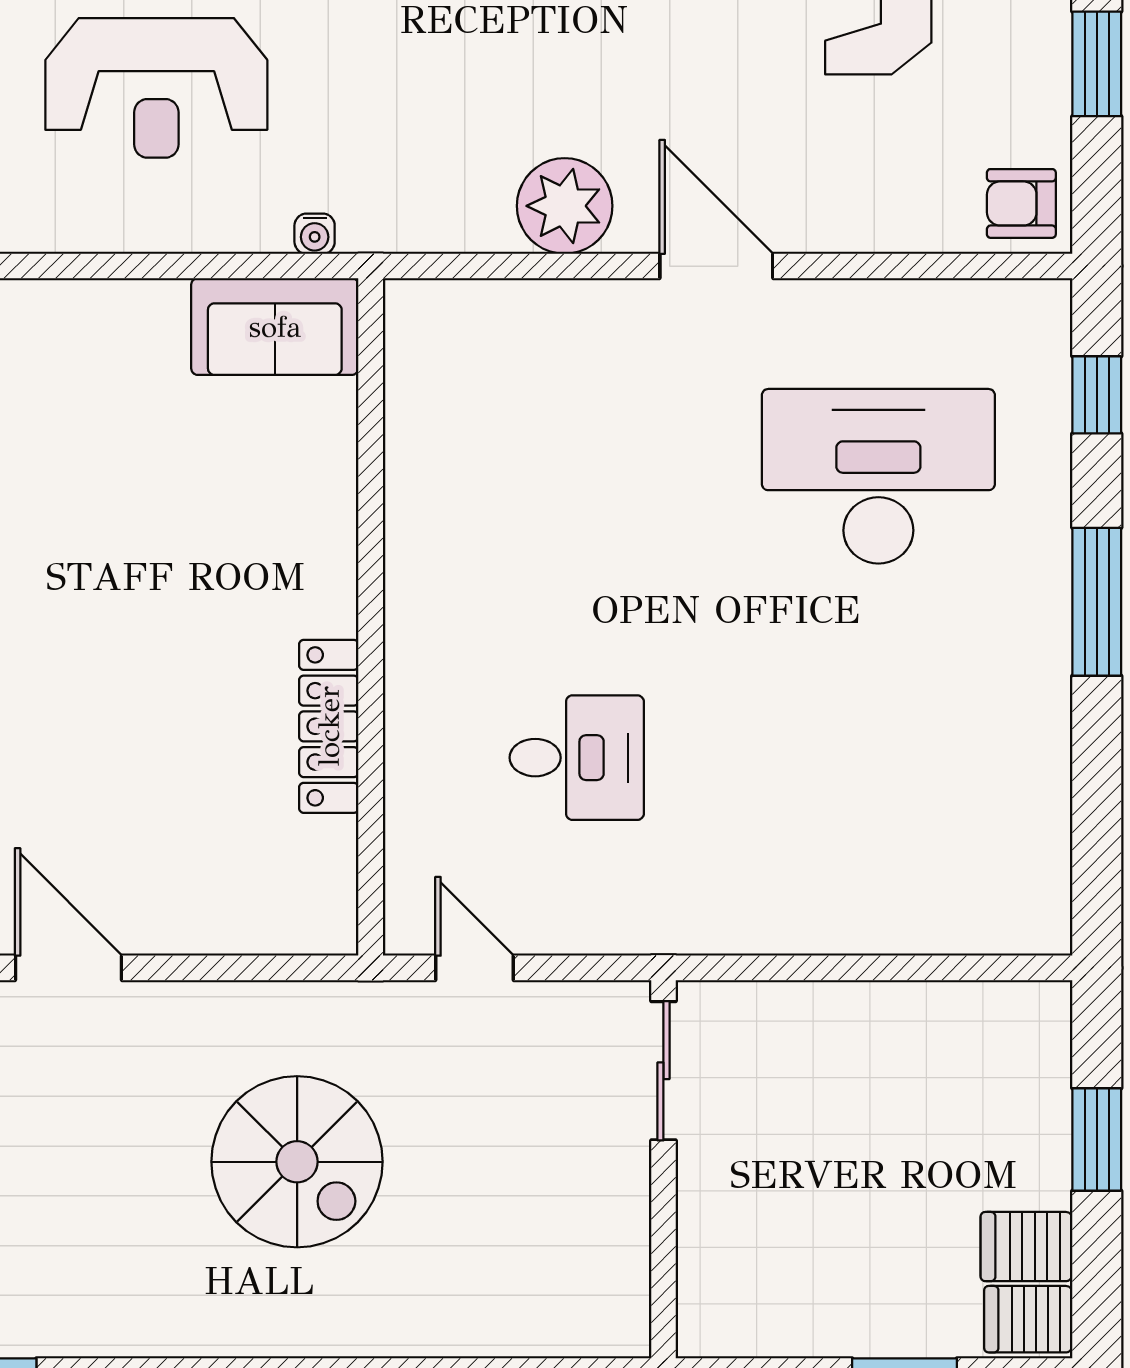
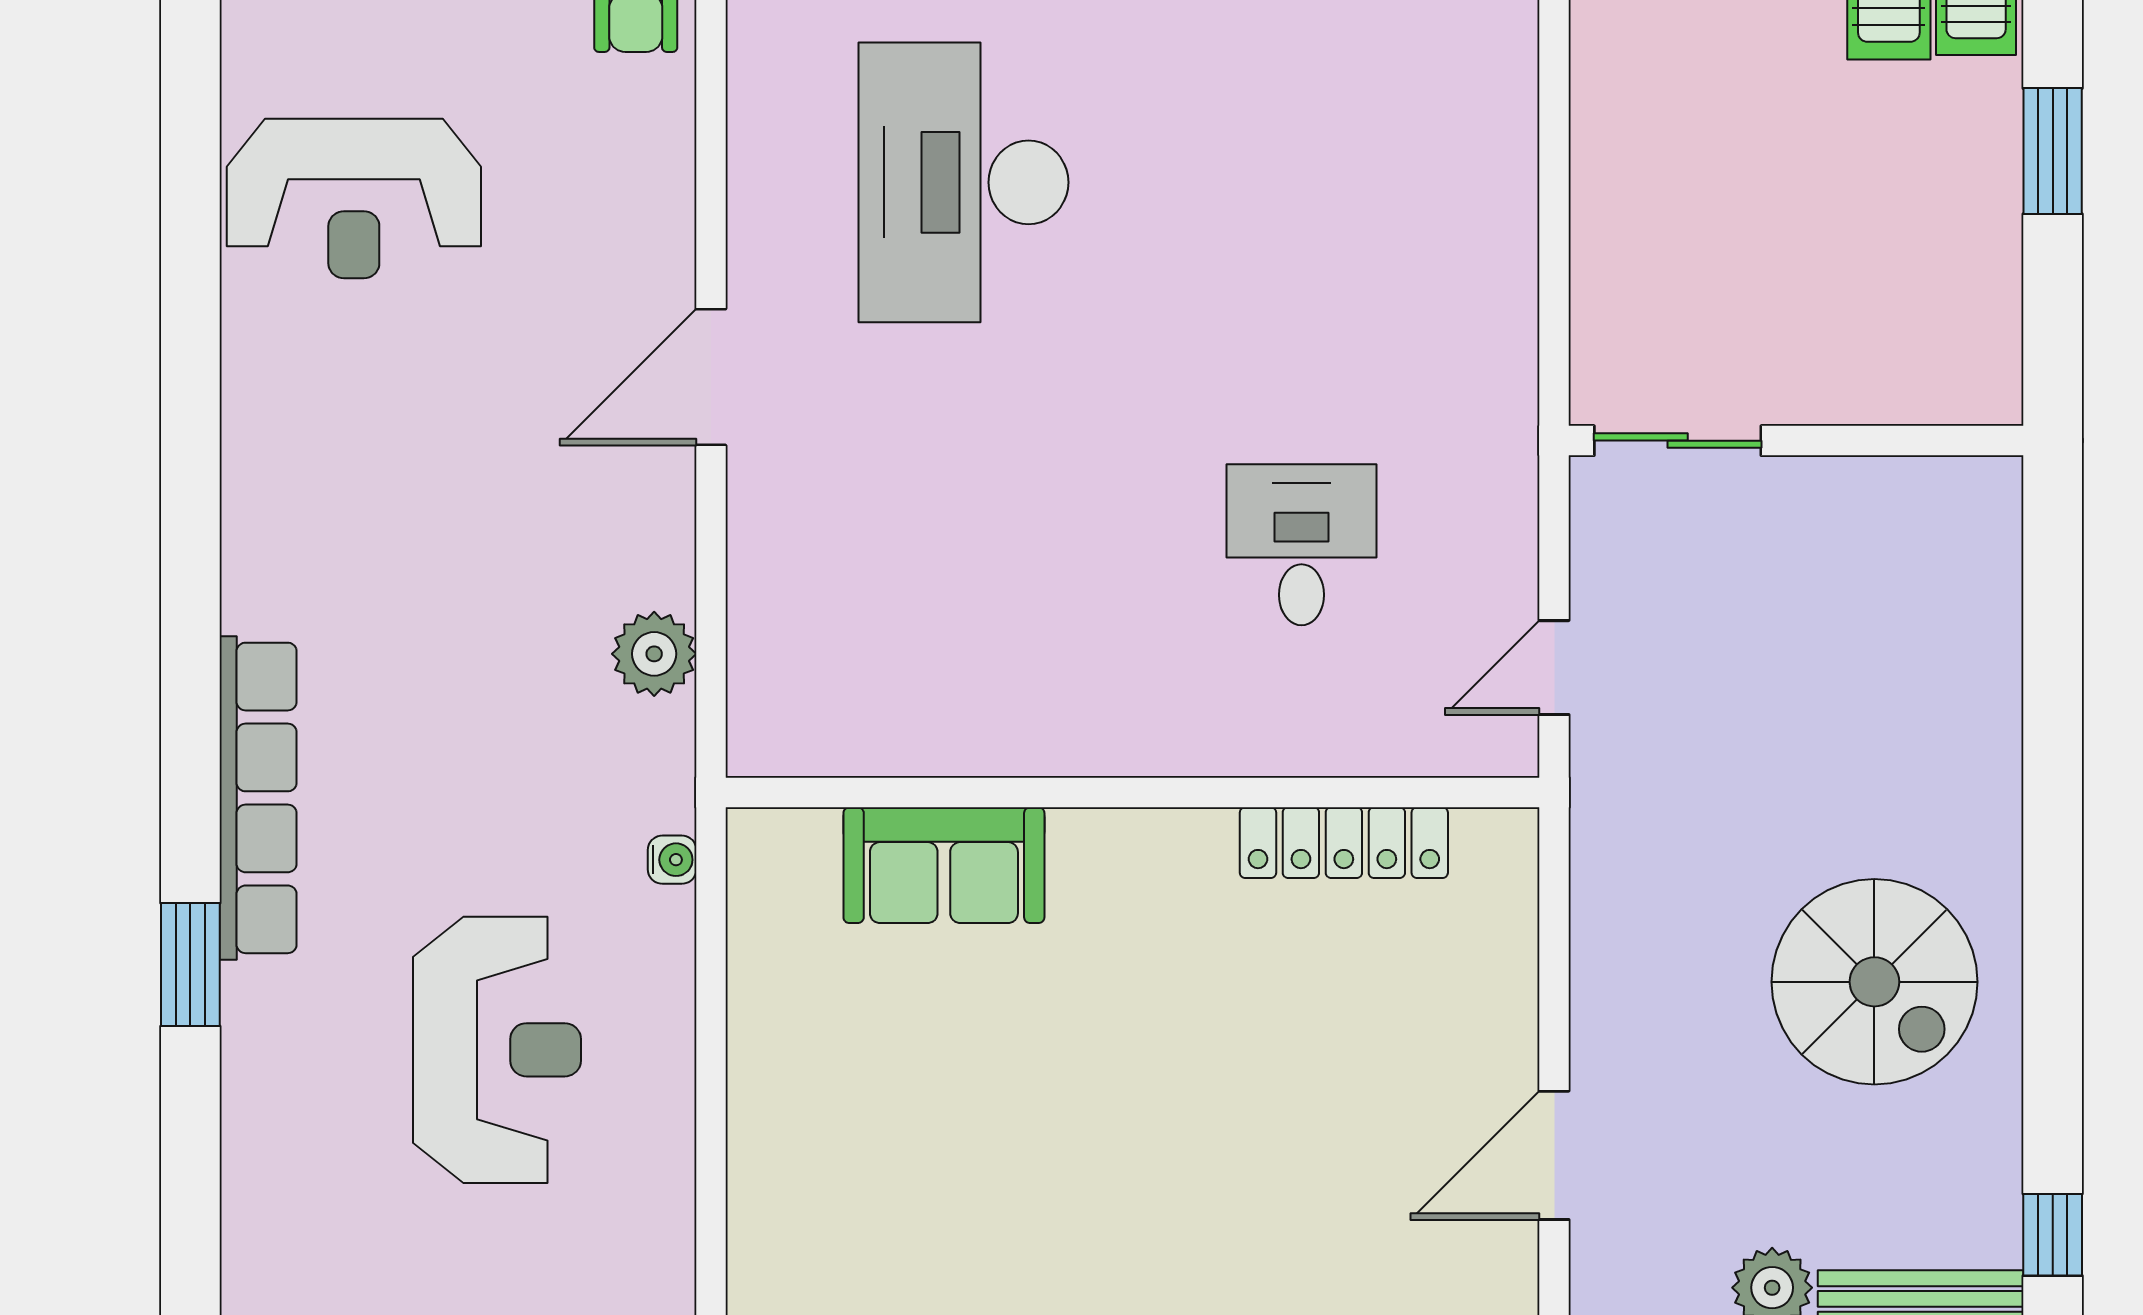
plant: (565, 206) -> (654, 654), moved, width x0.73, depth x0.73
sofa: (275, 327) -> (944, 865), moved, turned 90
locker: (329, 726) -> (1344, 843), moved
spiral stairs: (297, 1162) -> (1874, 982), moved, turned 90

